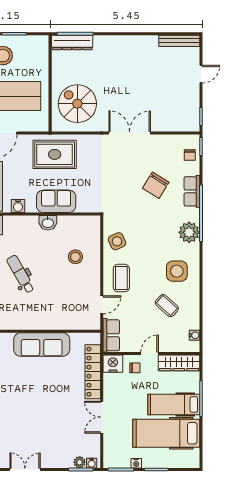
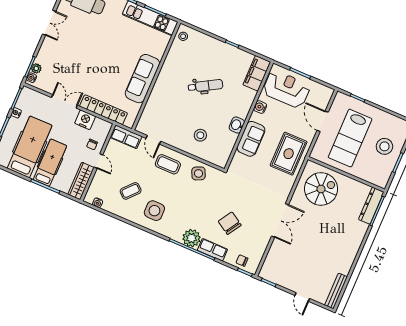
plant: (189, 232) -> (192, 238), moved
nightstand: (113, 364) -> (85, 120), moved, turned -90

